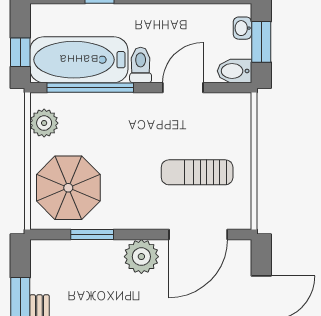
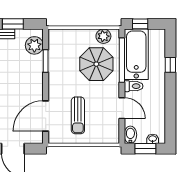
sun lounger: (197, 172) -> (78, 115), turned 180
parasol: (68, 188) -> (96, 64), moved
door: (198, 234) -> (46, 116), hinge flipped
plant: (141, 257) -> (34, 45), moved

